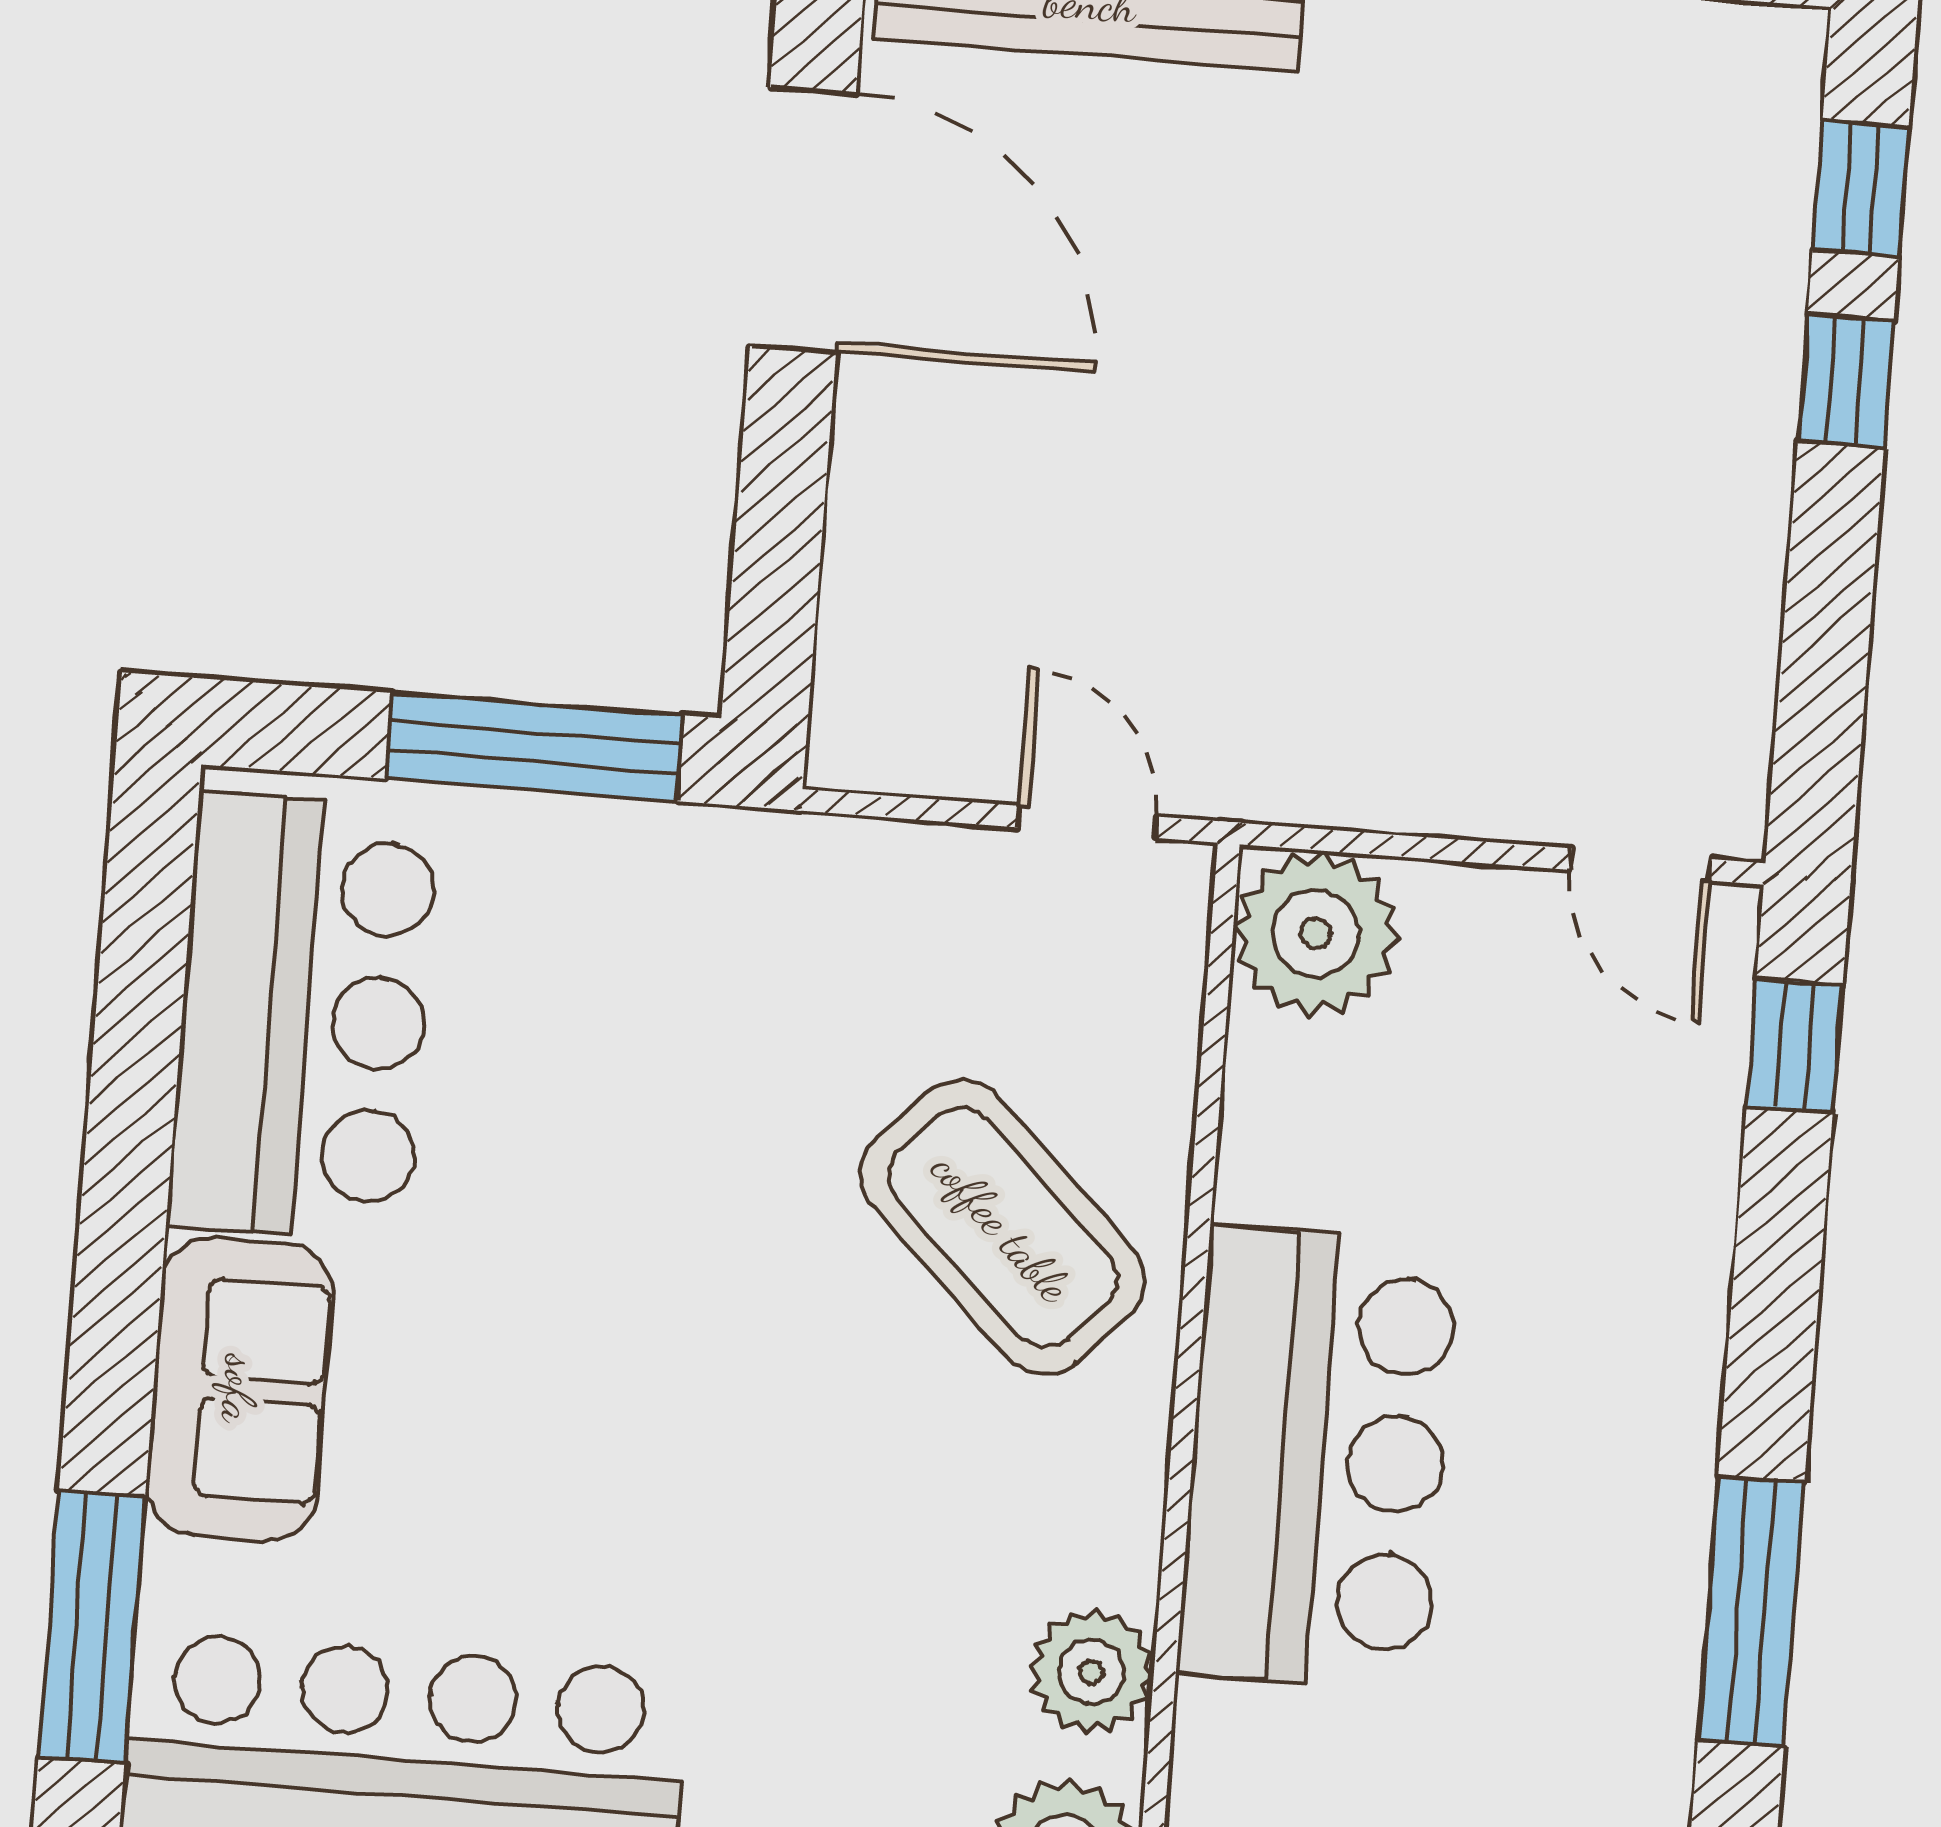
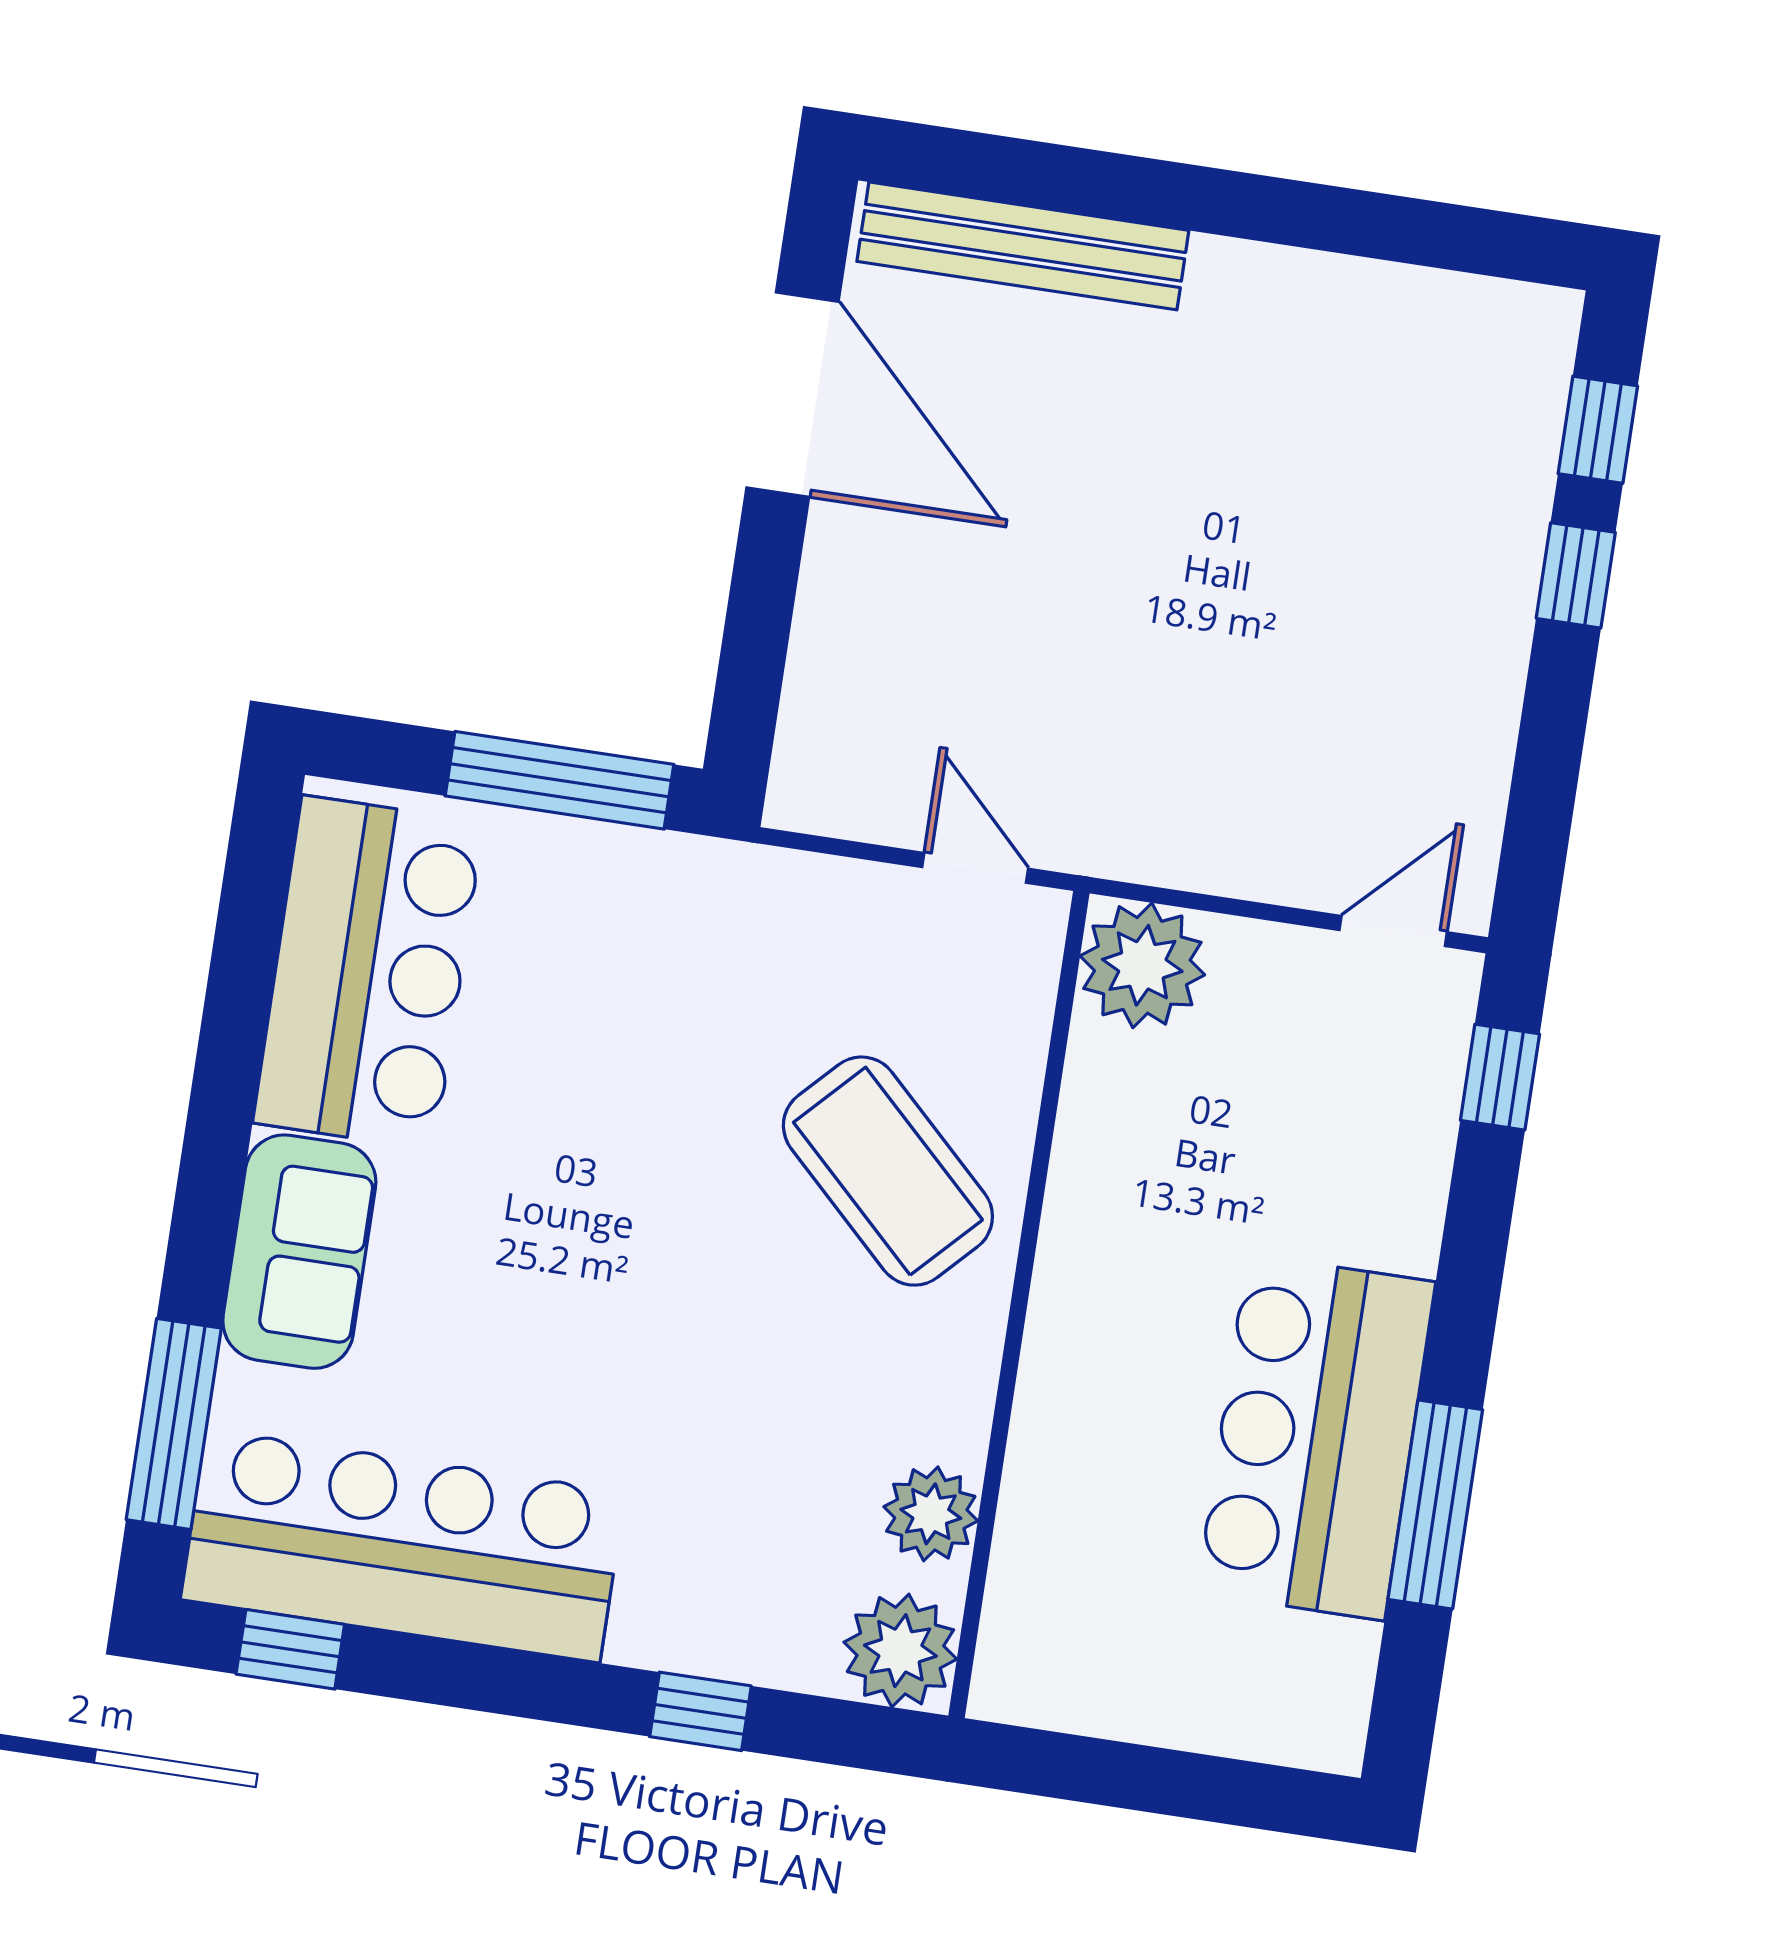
door: (1641, 865) -> (1393, 931), swing flipped
bar counter: (1318, 1458) -> (1316, 1437), moved, turned 180

